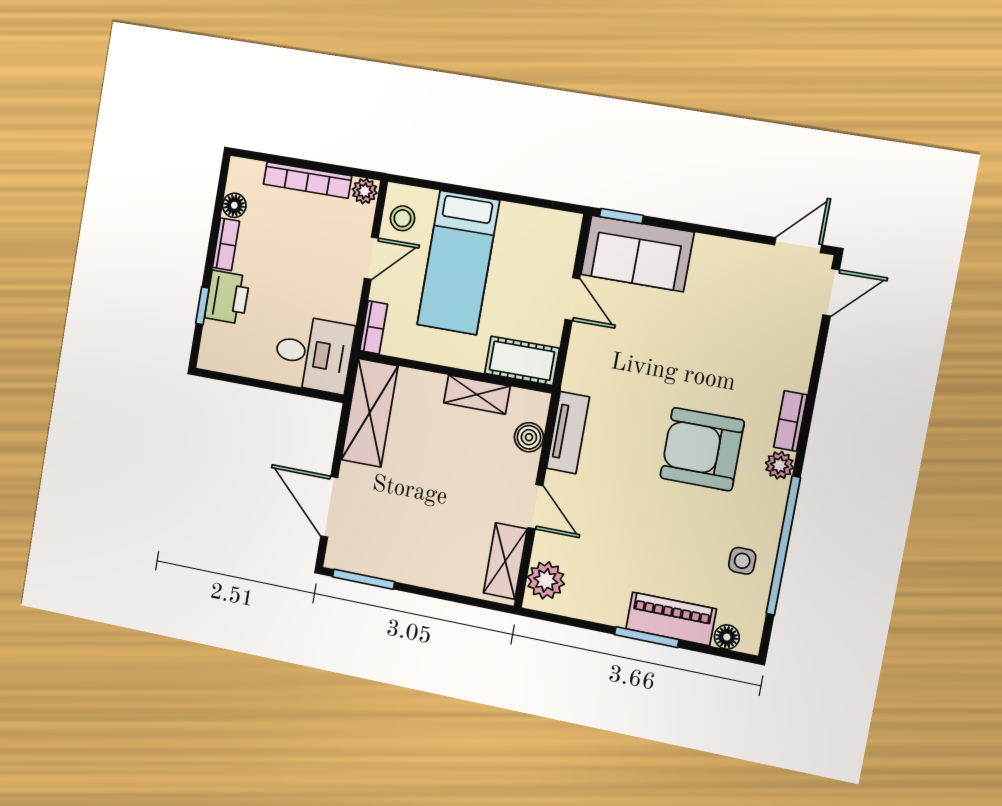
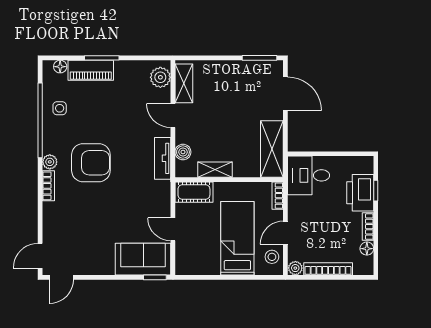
printer: (227, 297) -> (360, 193), width x1.37, depth x1.19

